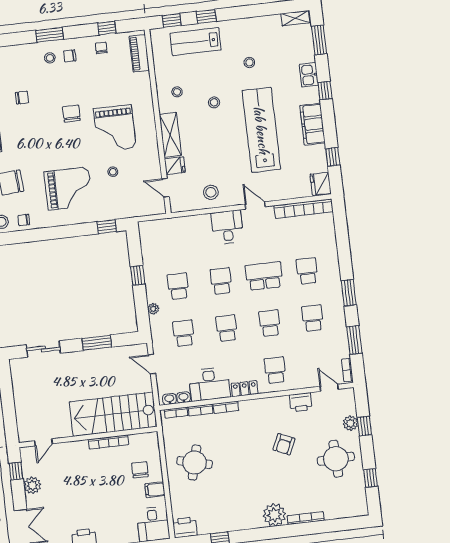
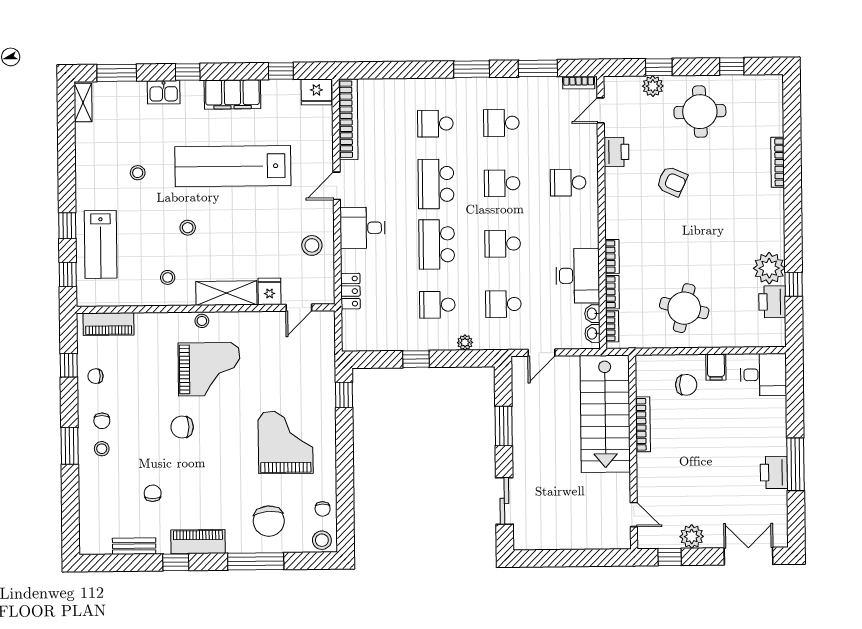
stool: (113, 172) -> (202, 321), moved
school desk: (221, 281) -> (437, 244), width x1.85
locker: (245, 389) -> (350, 291), moved, turned 180
chair: (140, 470) -> (686, 385), turned 180
plant: (274, 515) -> (769, 268), moved
printer: (185, 527) -> (772, 302), moved

